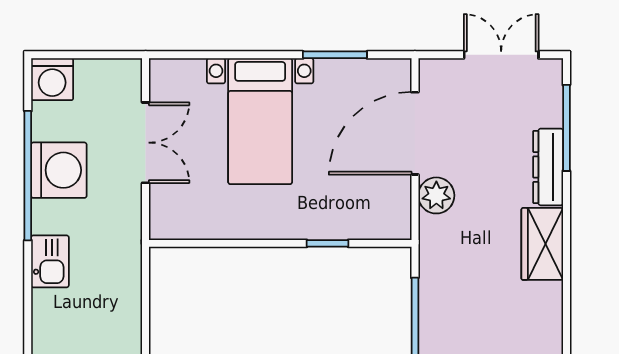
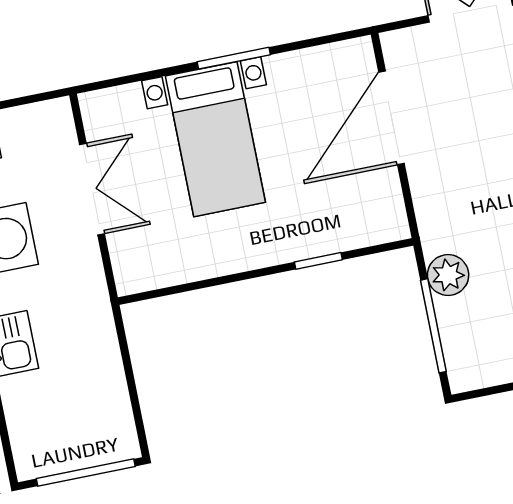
window: (335, 55) -> (234, 58), moved
plant: (436, 195) -> (448, 275), moved

